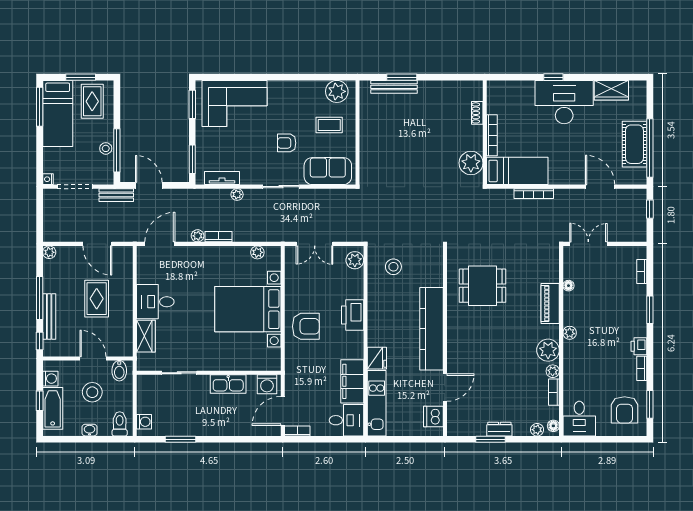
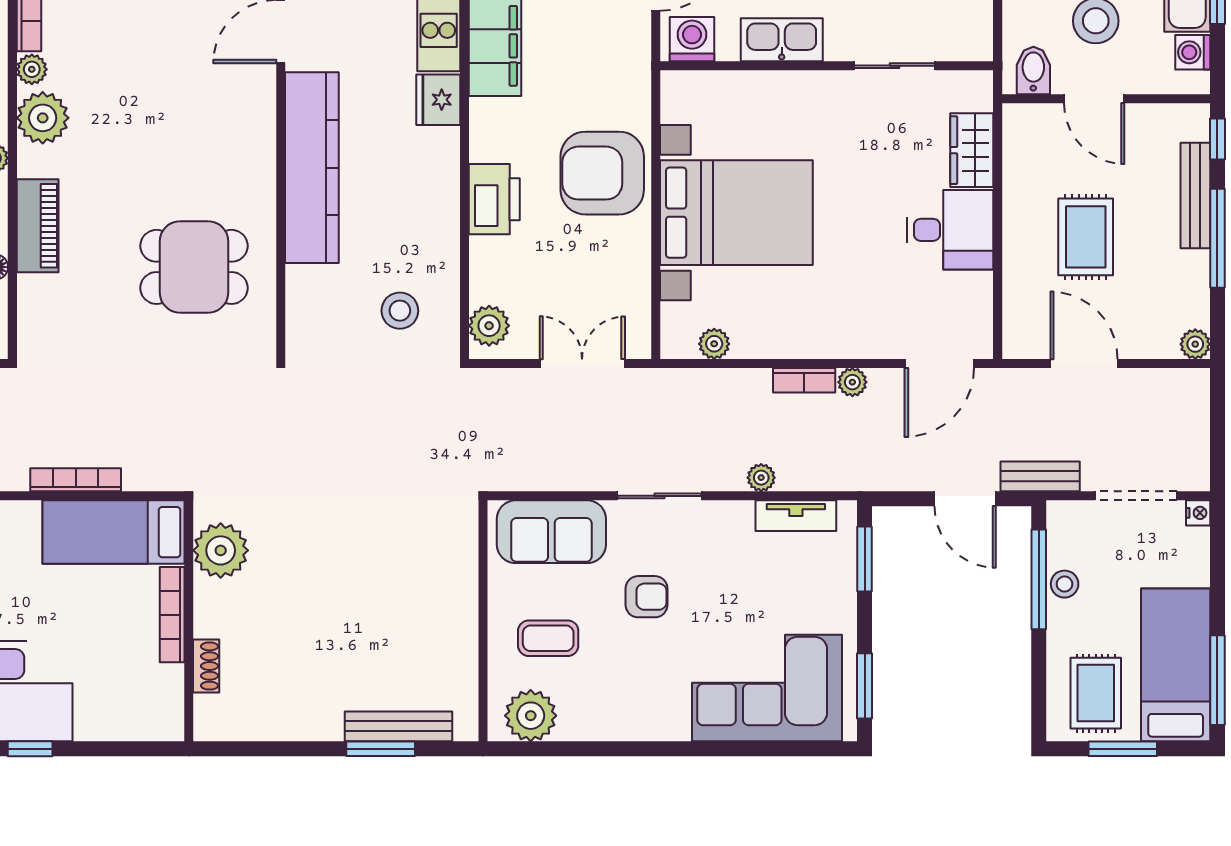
armchair: (306, 326) -> (602, 173), width x1.36, depth x1.36

